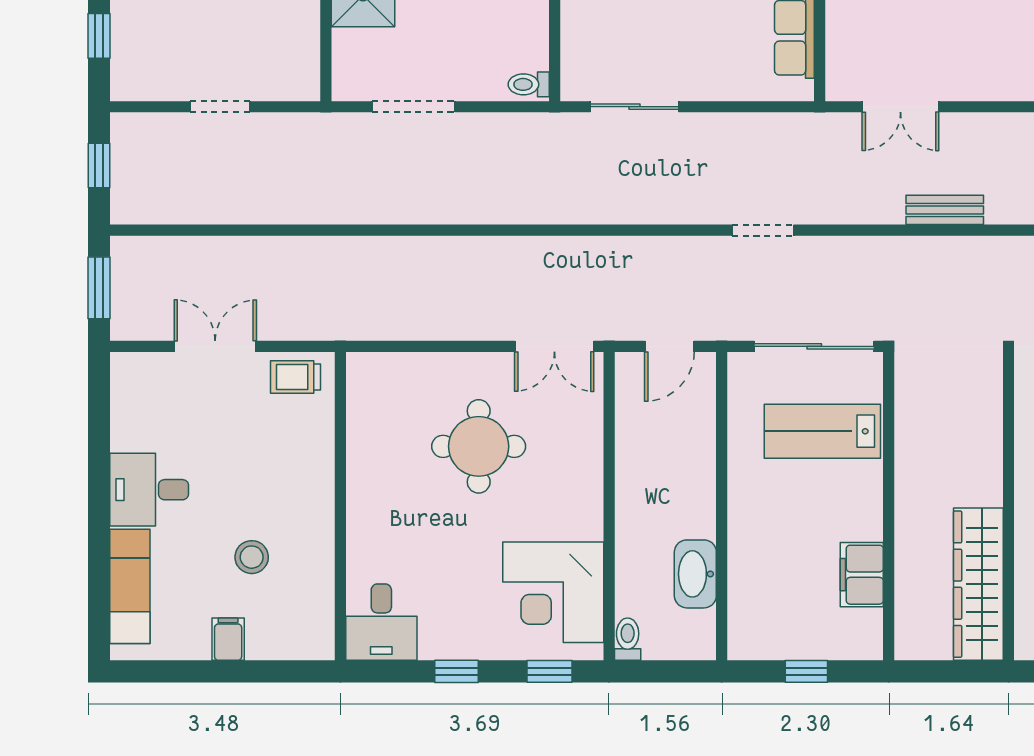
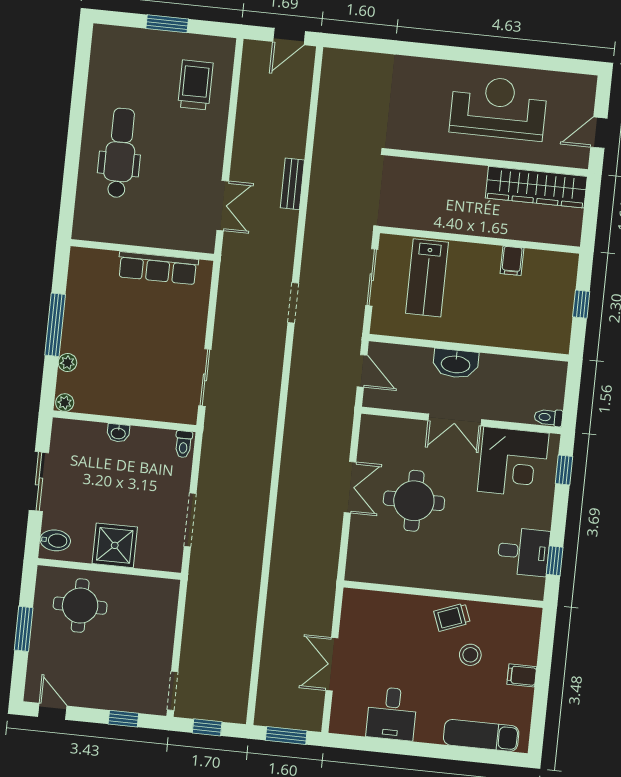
doorway: (220, 107) -> (173, 691), moved
double door: (554, 346) -> (350, 487), moved
sliding door: (814, 346) -> (372, 277), width x0.73
trolley: (296, 377) -> (452, 617), moved, turned 69
desk: (149, 490) -> (392, 714), moved
double door: (609, 496) -> (455, 420), added
washbasin: (695, 574) -> (456, 364), moved
filing cabinet: (862, 575) -> (512, 261), width x0.50
desk: (381, 622) -> (523, 552), moved
window: (456, 671) -> (555, 561), moved

